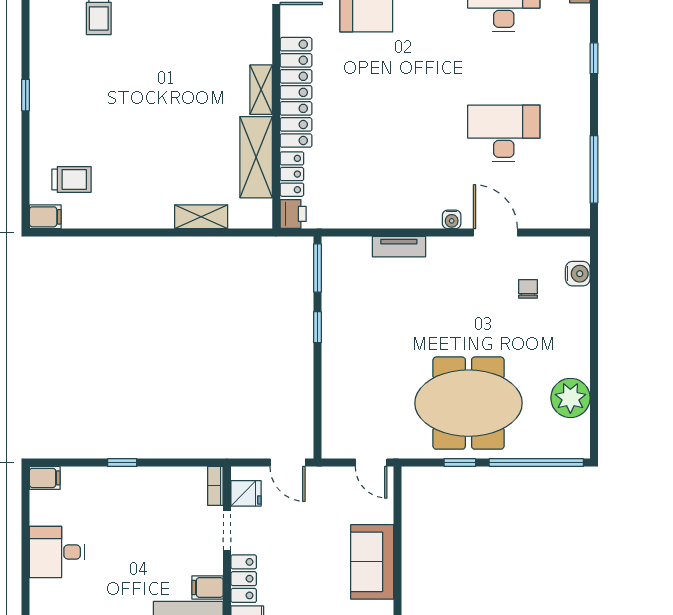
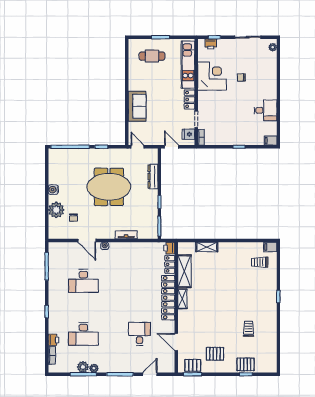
water cooler: (578, 274) -> (53, 190), moved
dresser: (333, 389) -> (153, 177), added
plant: (570, 398) -> (56, 210), moved
meeting table: (468, 403) -> (109, 187), moved
filing cabinet: (208, 587) -> (204, 96), removed

